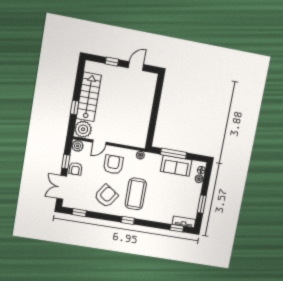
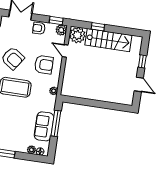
window: (66, 162) -> (56, 21), moved

